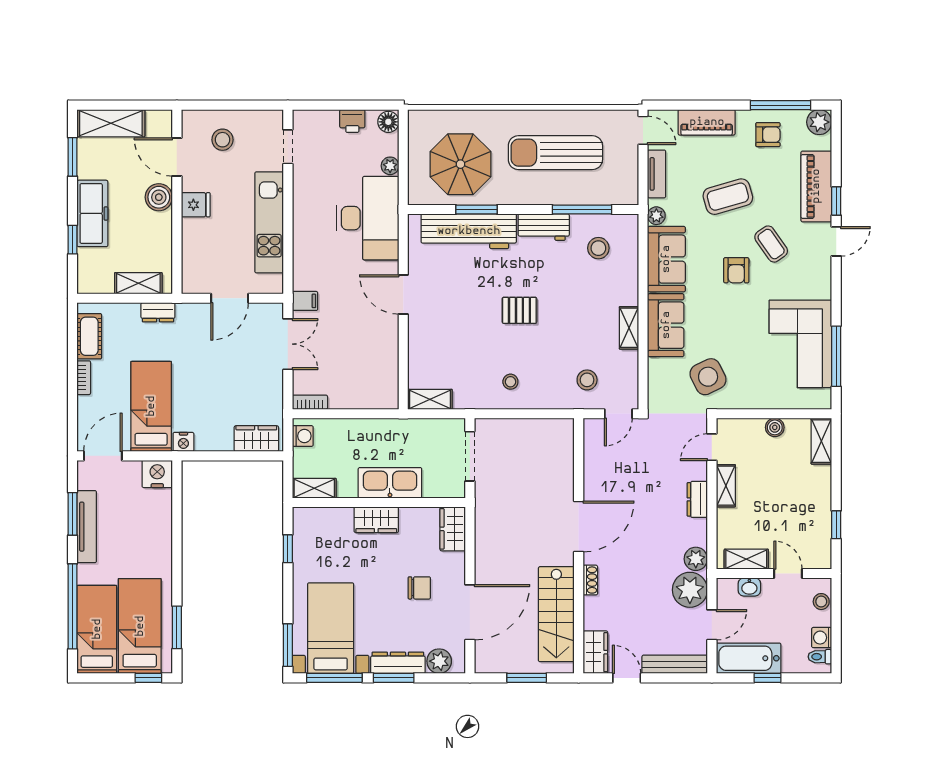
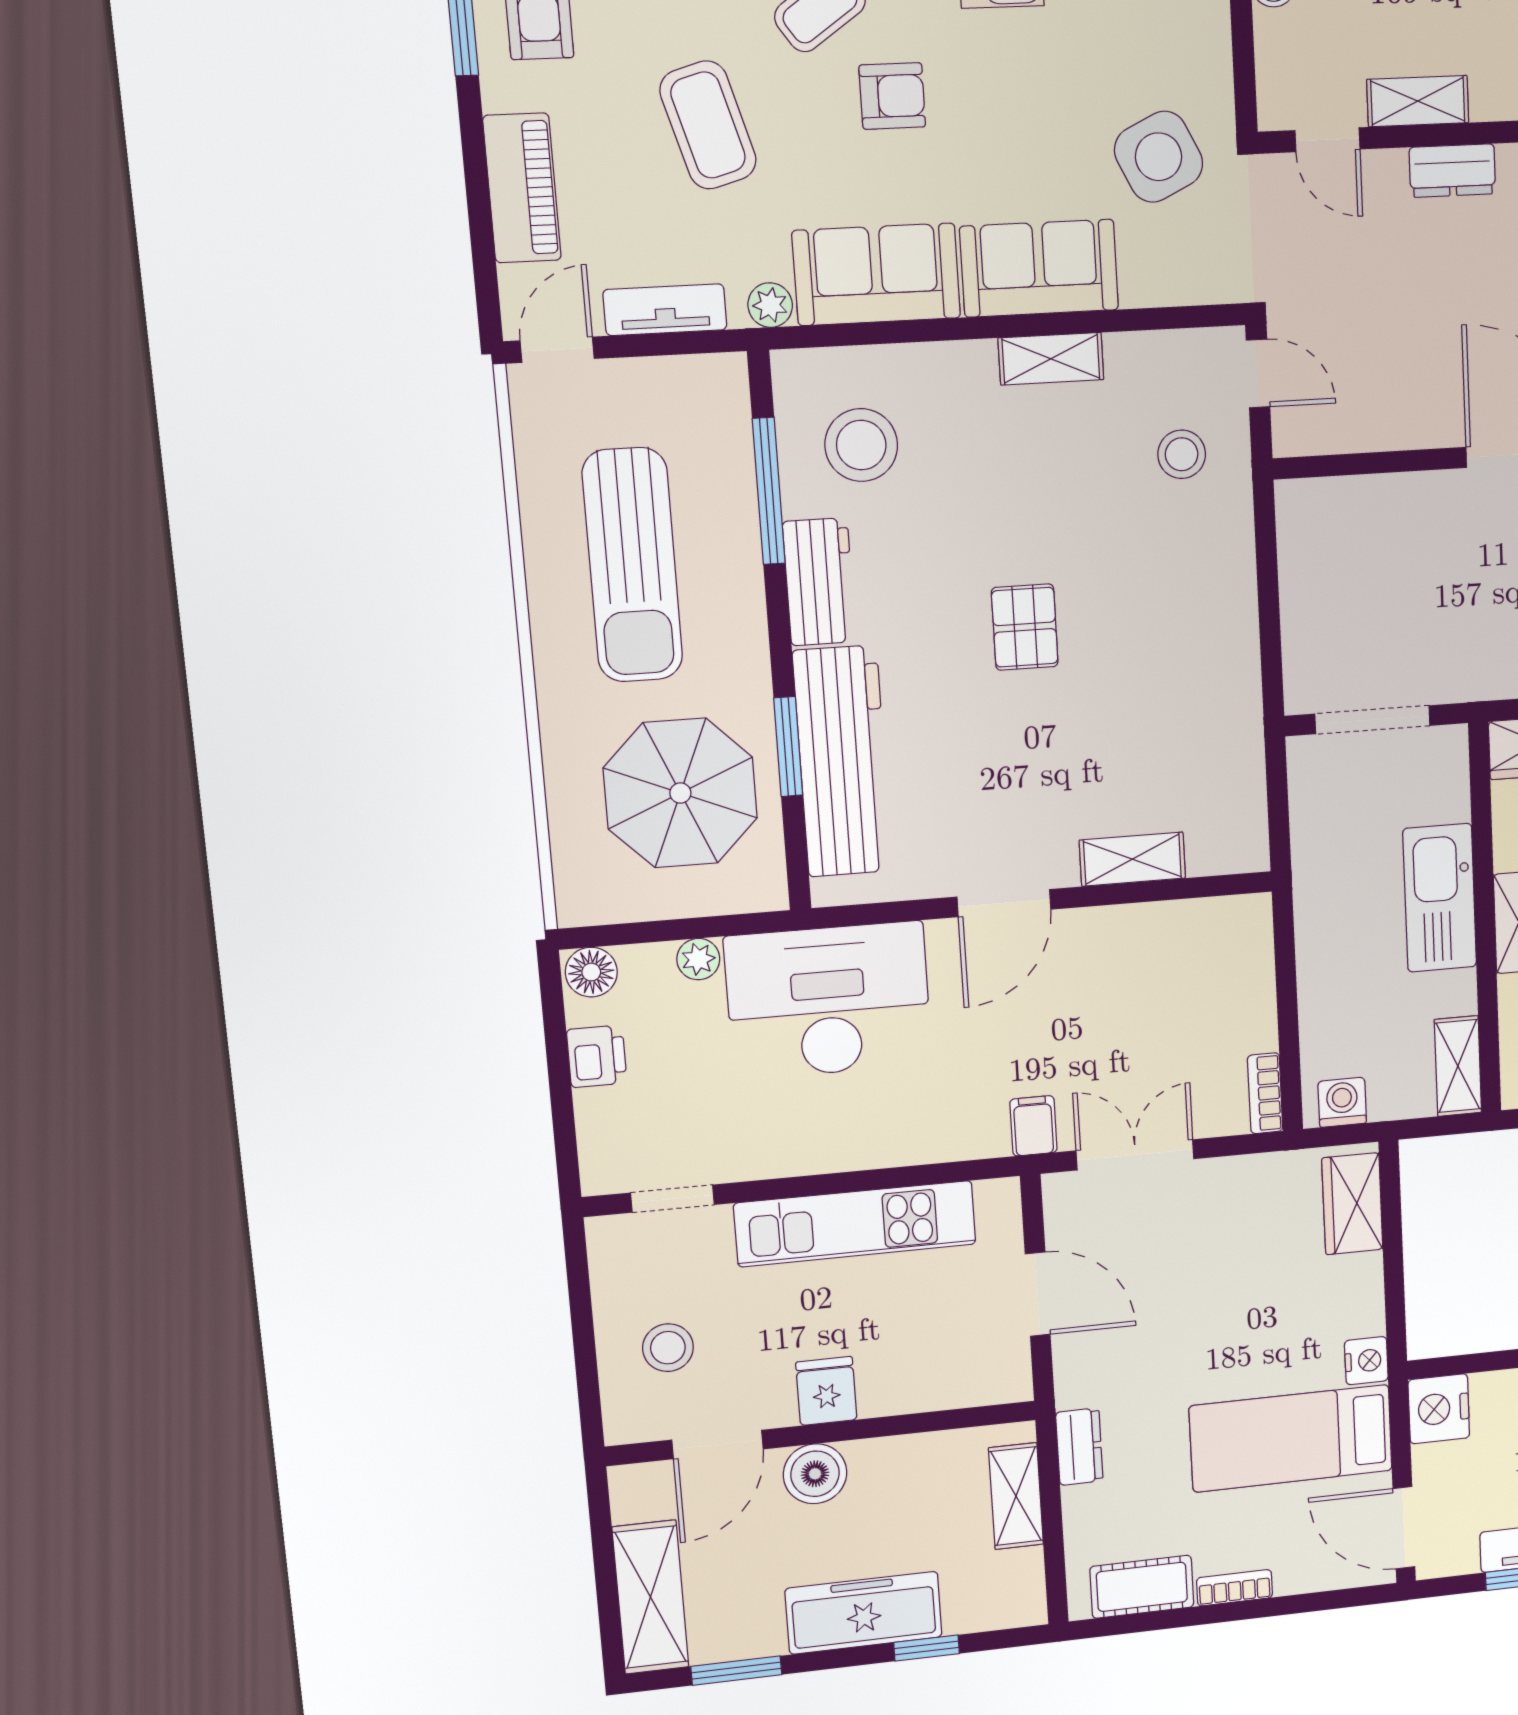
stool: (598, 248) -> (861, 445), width x1.38, depth x1.38
stool: (510, 382) -> (1195, 637), removed
shelving: (430, 399) -> (1132, 859), moved, turned 90

